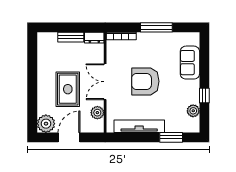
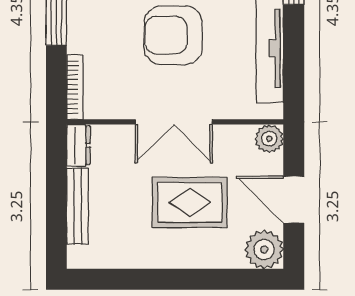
bench: (71, 37) -> (77, 206), width x1.36
armchair: (145, 81) -> (173, 35), turned 90
plant: (97, 113) -> (269, 139), moved

